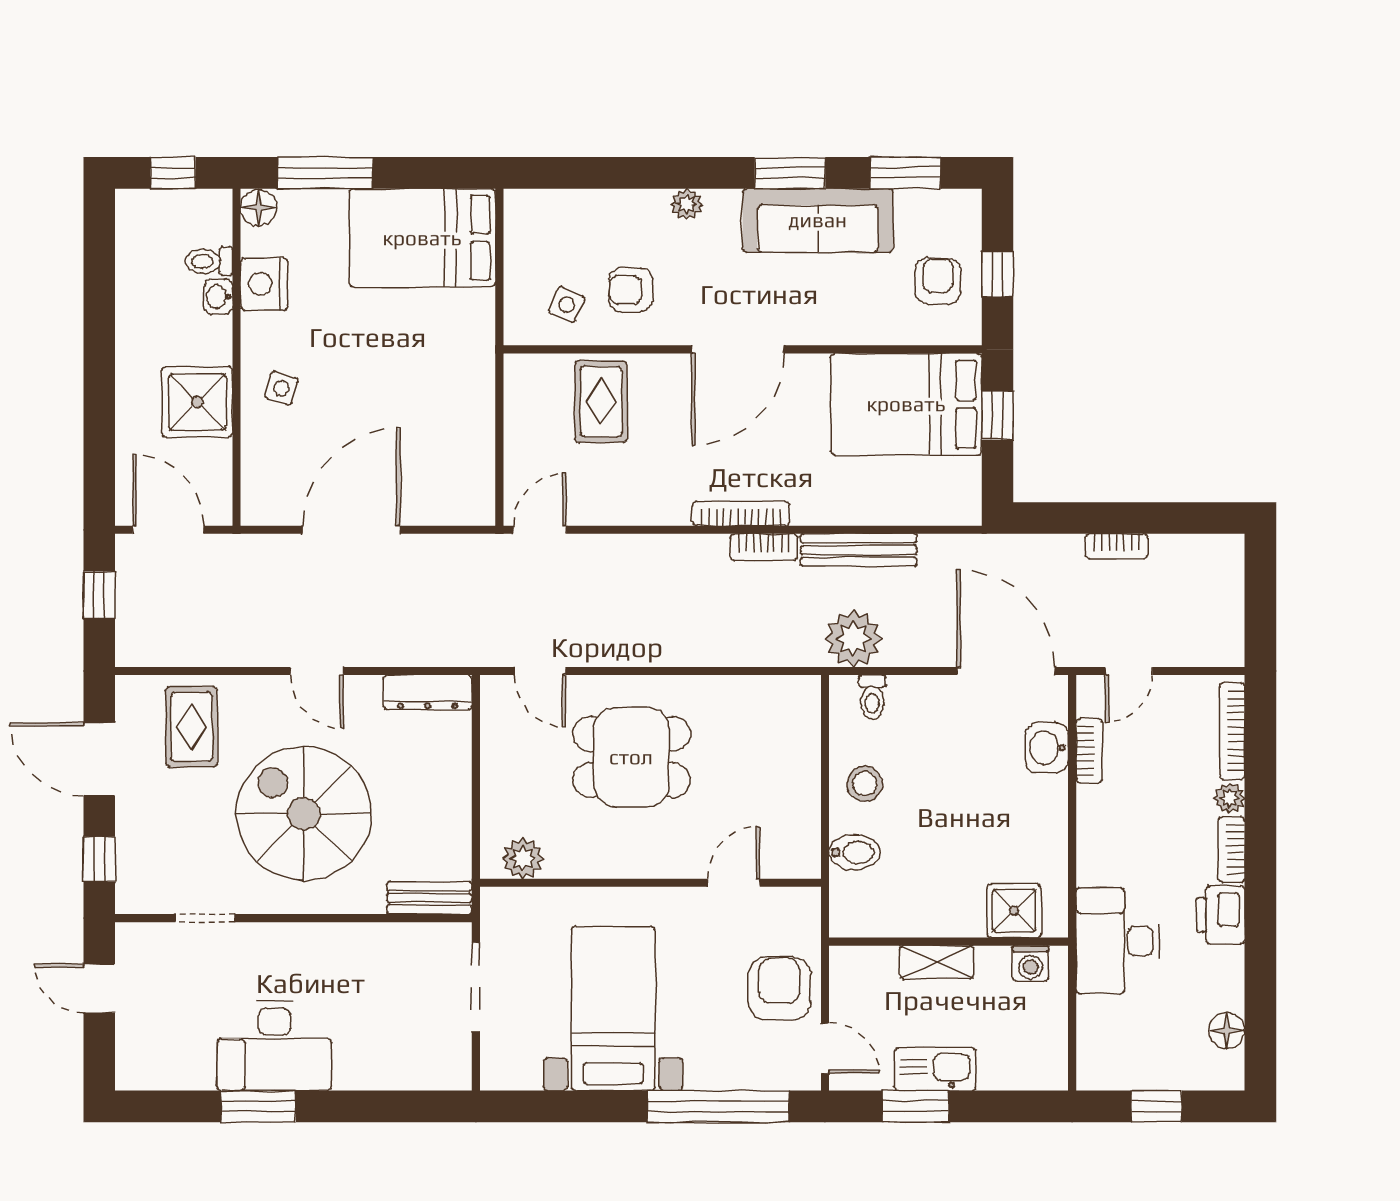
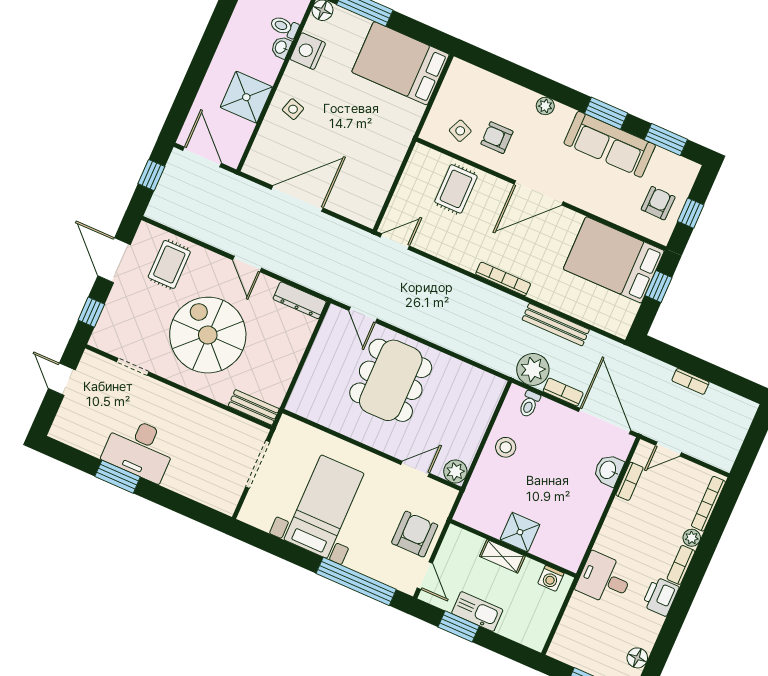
bookcase: (764, 547) -> (563, 392), moved, turned 180
dining table: (631, 757) -> (391, 380), width x1.37
bidet: (854, 853) -> (485, 481), removed
plant: (523, 858) -> (455, 471), moved
shower: (1014, 911) -> (520, 532), moved
desk: (1118, 941) -> (604, 579), width x0.73

